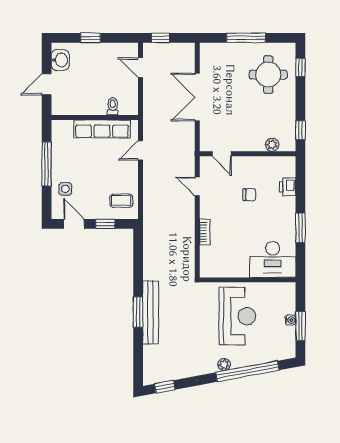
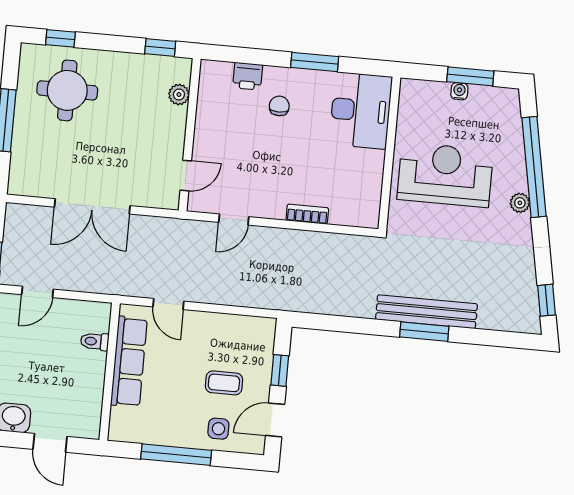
chair: (249, 195) -> (279, 106), moved
coffee table: (121, 201) -> (224, 383), moved, turned 90

